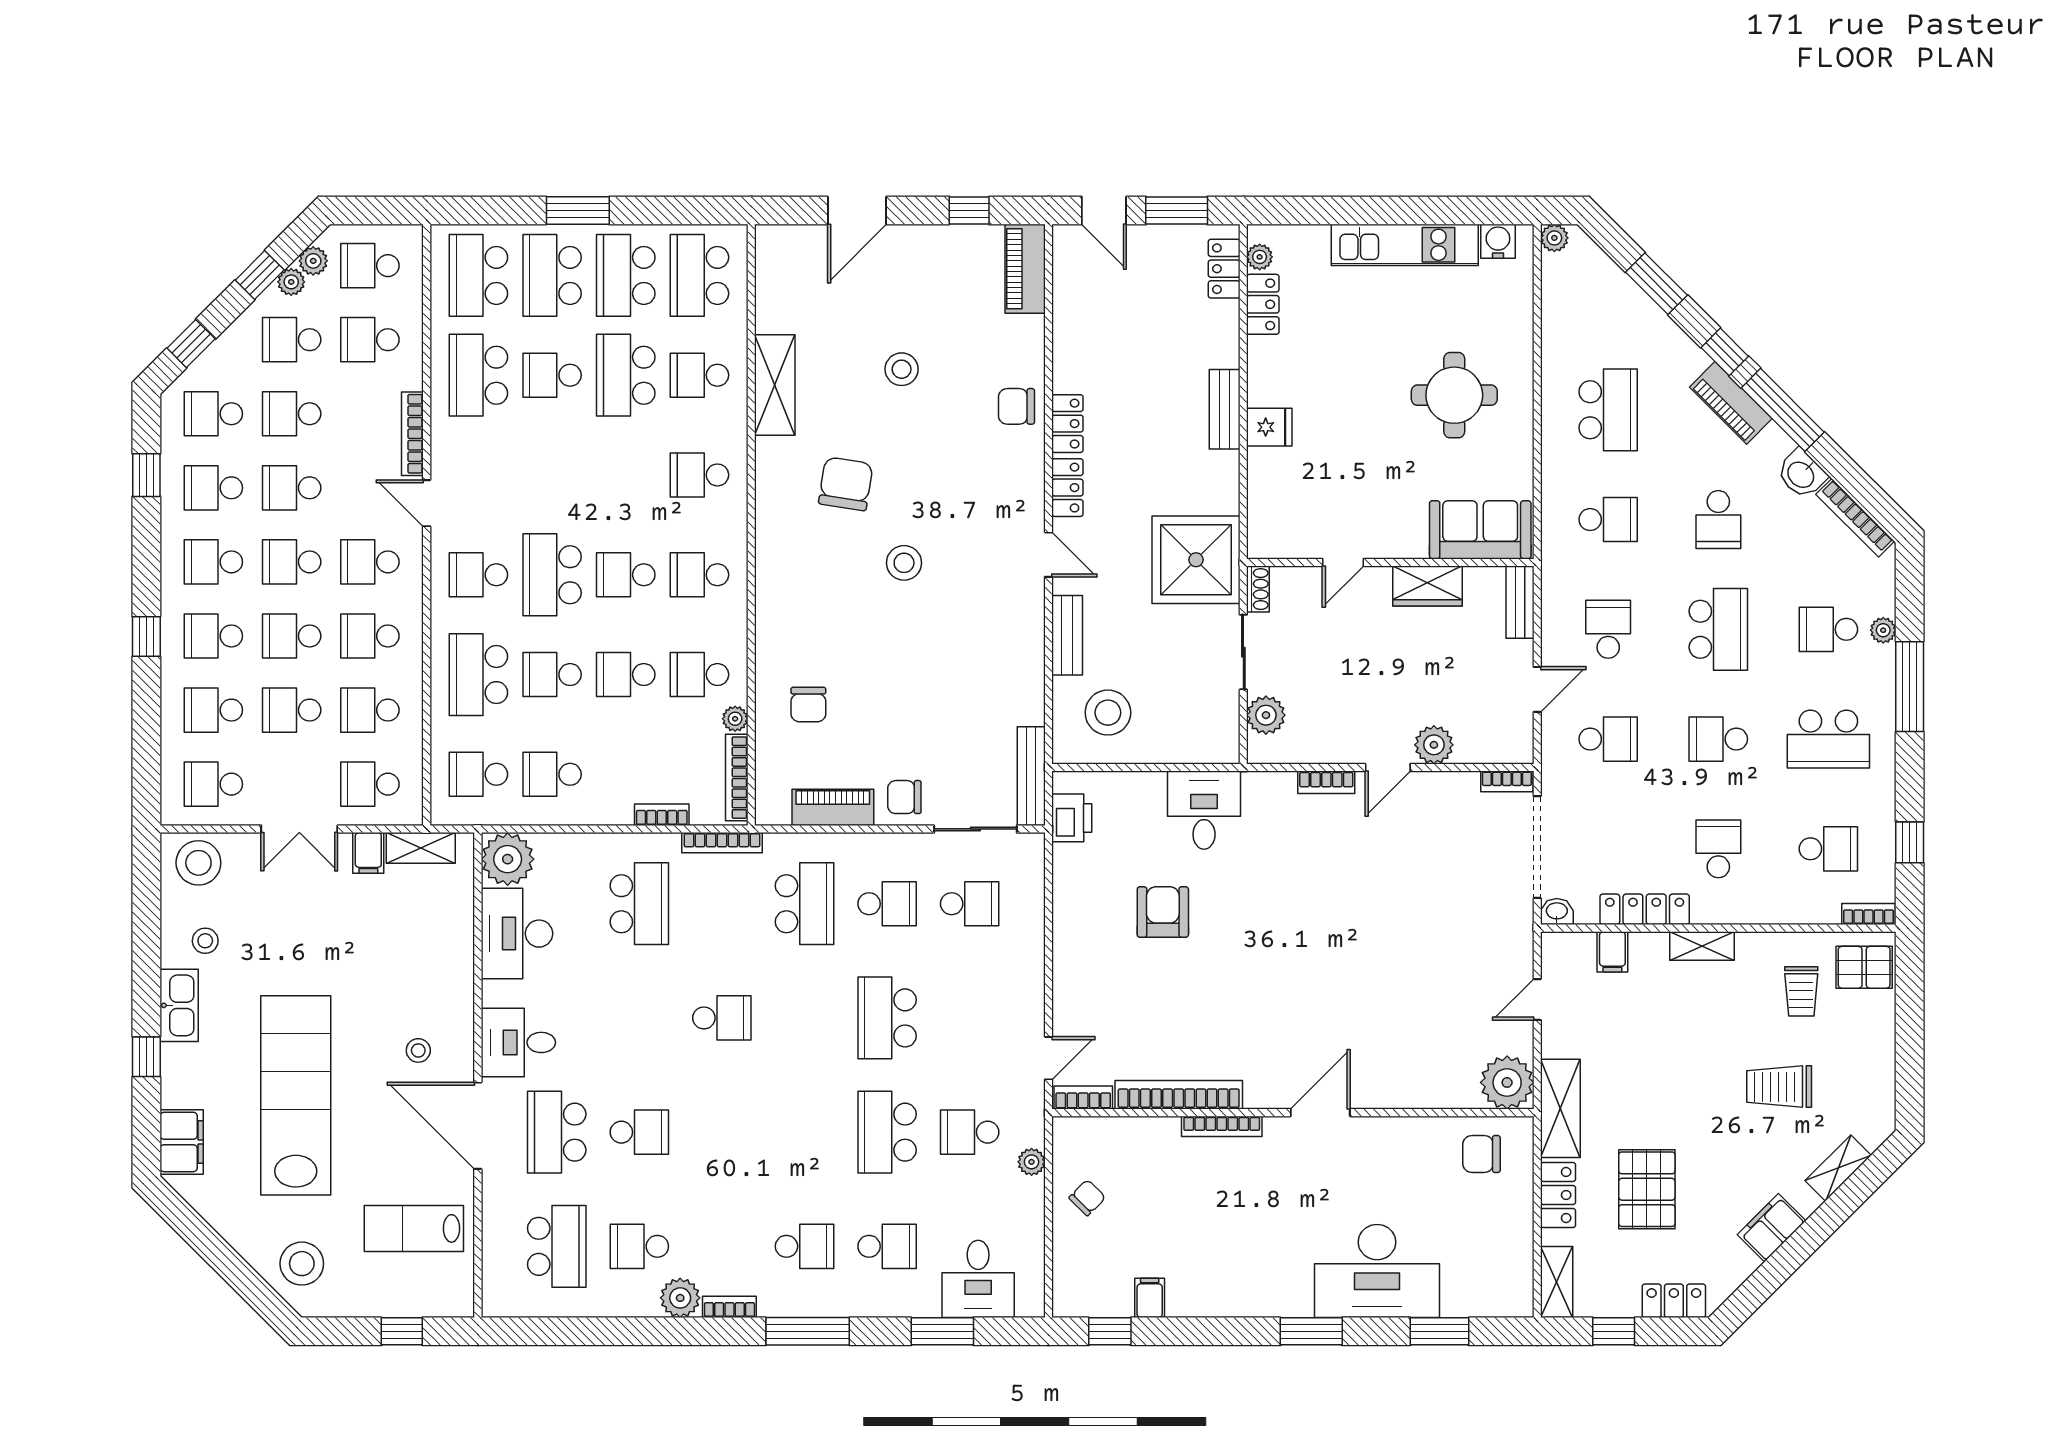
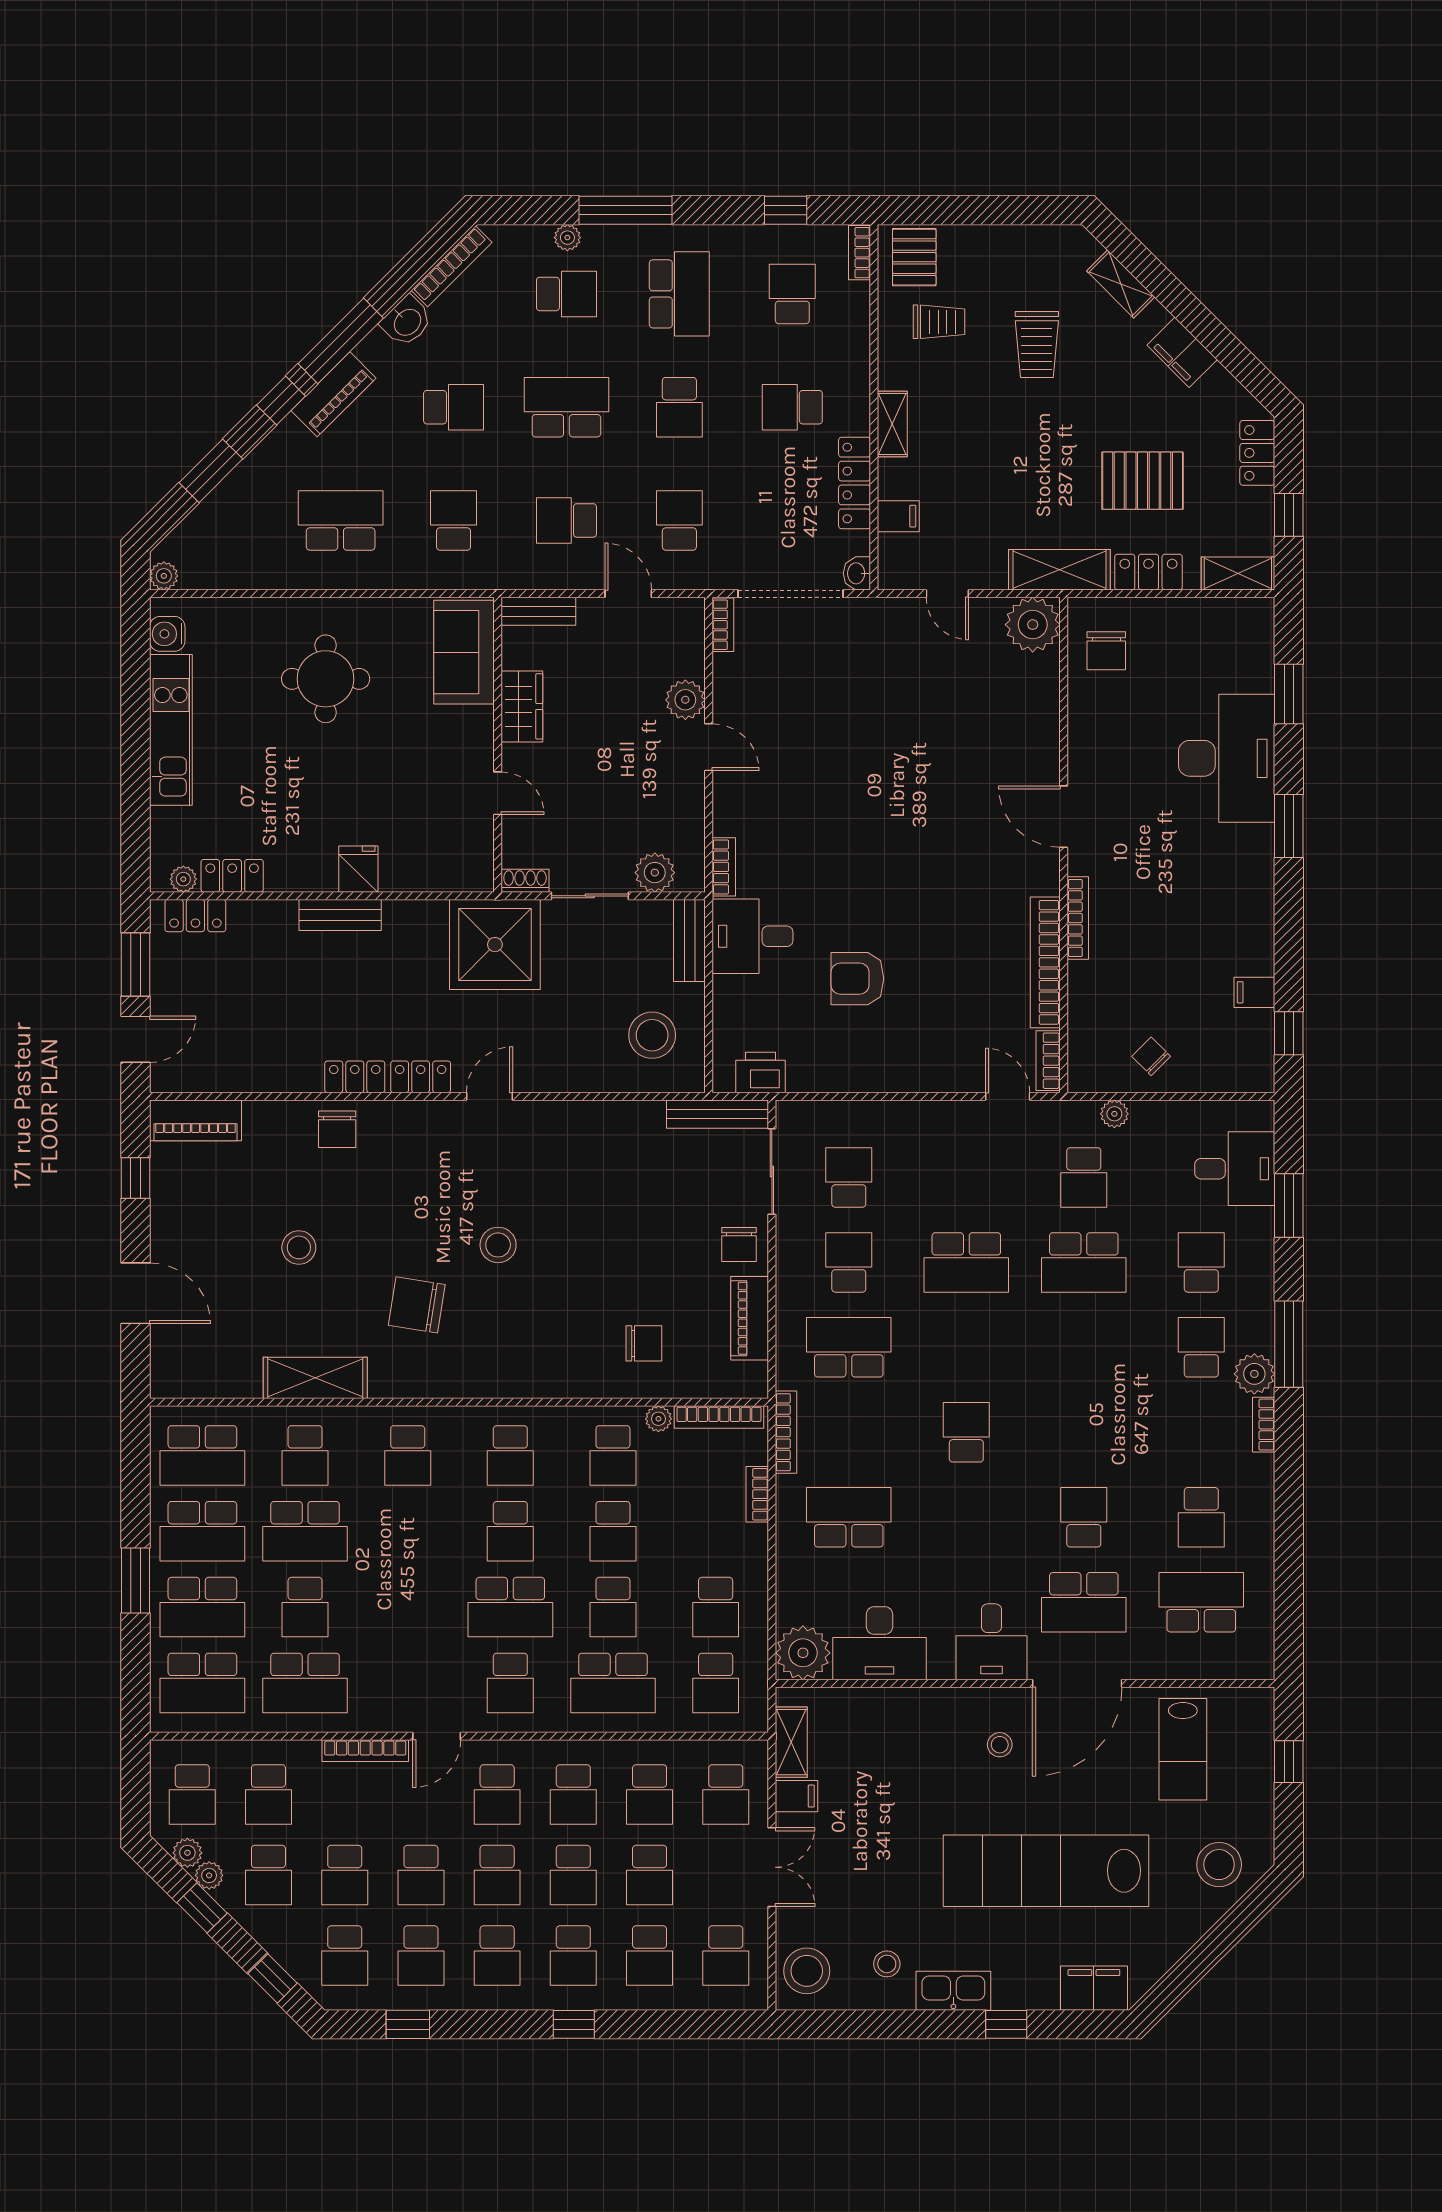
school desk: (1828, 629) -> (566, 294), turned -90
bench: (1067, 635) -> (689, 940), moved, turned 90
bookcase: (1326, 782) -> (724, 867), moved
plant: (680, 1298) -> (1254, 1374), moved

